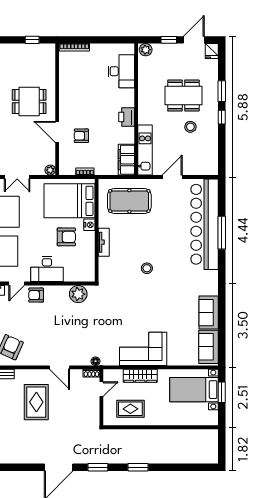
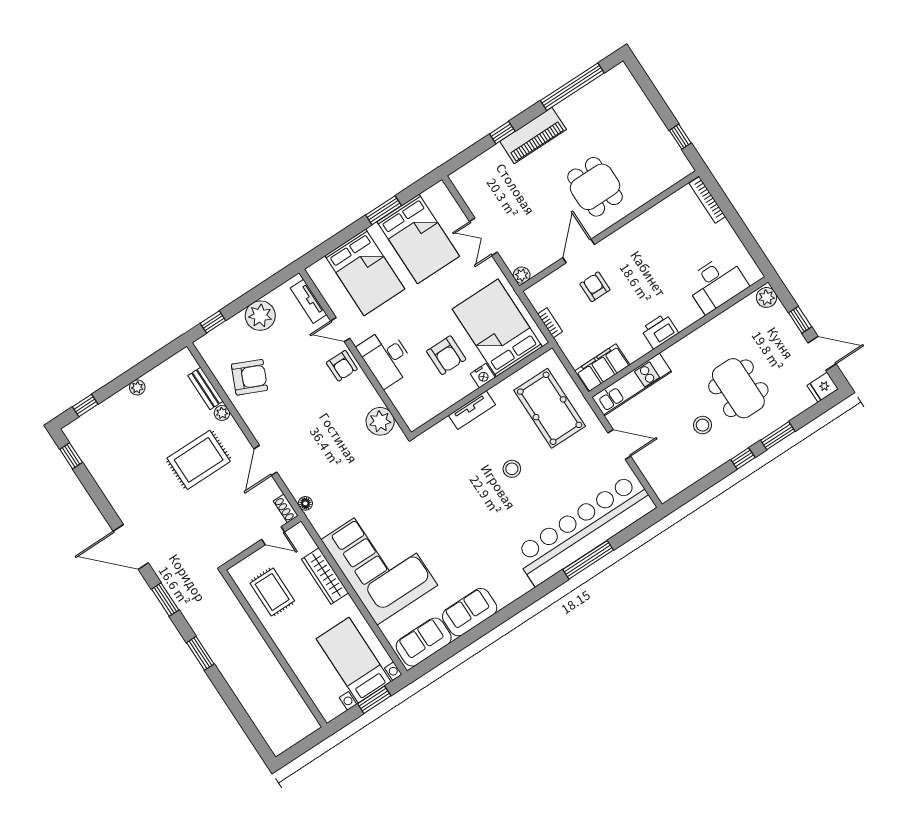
stool: (147, 268) -> (512, 469), moved
armchair: (36, 295) -> (342, 366), turned 180
corner sofa: (143, 349) -> (379, 562), width x1.36, depth x1.36
plant: (20, 374) -> (222, 413), added

